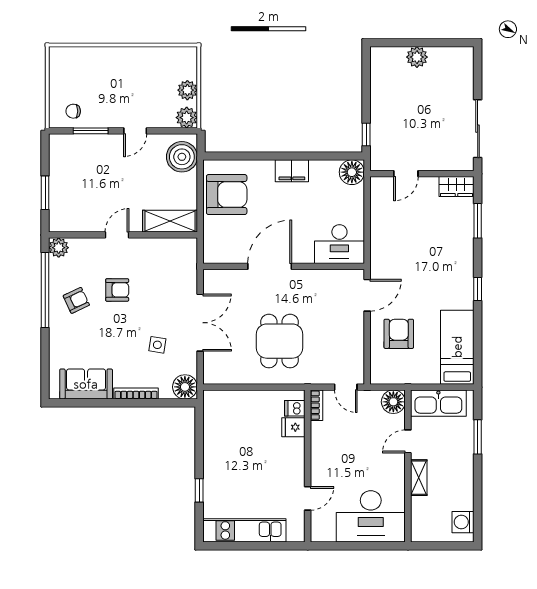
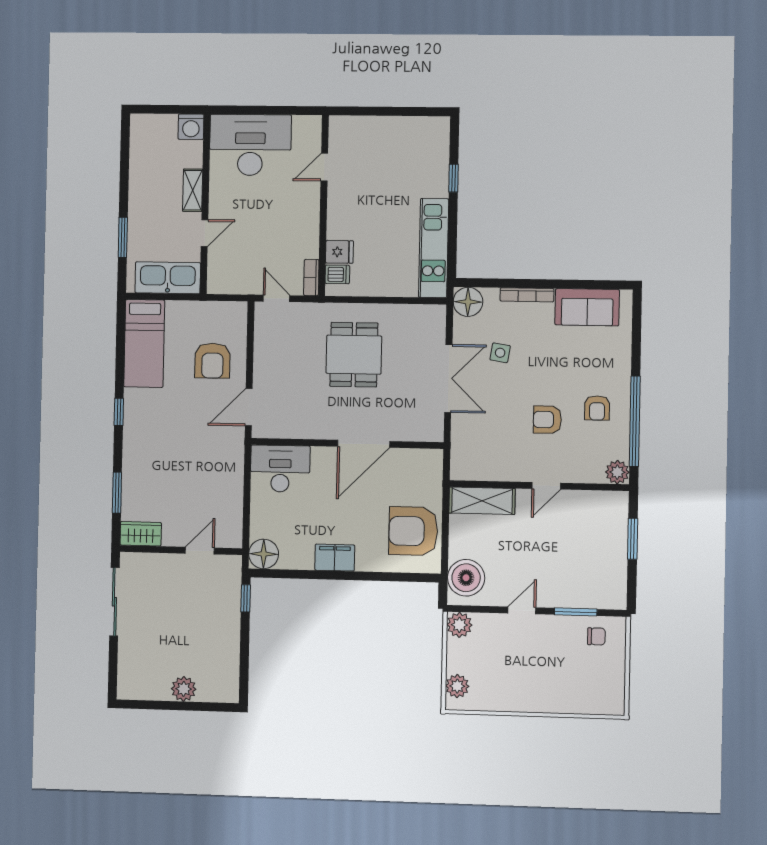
plant: (187, 90) -> (457, 686), moved
armchair: (76, 300) -> (597, 408), turned -65
double door: (200, 323) -> (448, 378), swing flipped
floor lamp: (393, 402) -> (221, 280), removed
washing machine: (463, 522) -> (191, 127), moved, turned 90
kitchen unit: (244, 530) -> (434, 248), moved, turned 90

